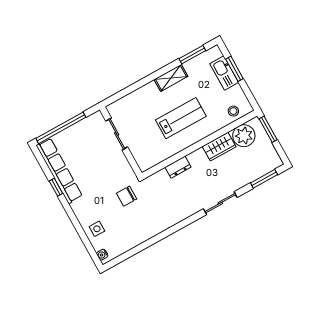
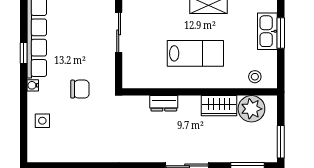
window: (268, 129) -> (281, 142), moved
chair: (127, 196) -> (80, 89), moved, turned 180
water cooler: (102, 255) -> (33, 85), moved

